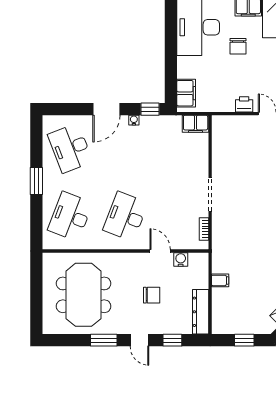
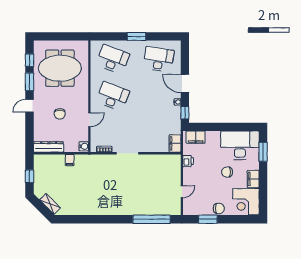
printer: (244, 104) -> (188, 161), moved
desk: (70, 148) -> (159, 59), turned 30
water cooler: (181, 259) -> (84, 146), moved
window: (172, 340) -> (29, 60), moved

